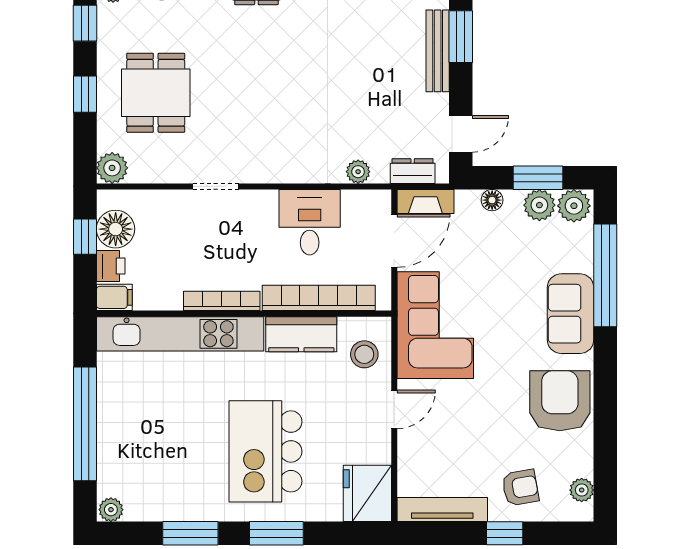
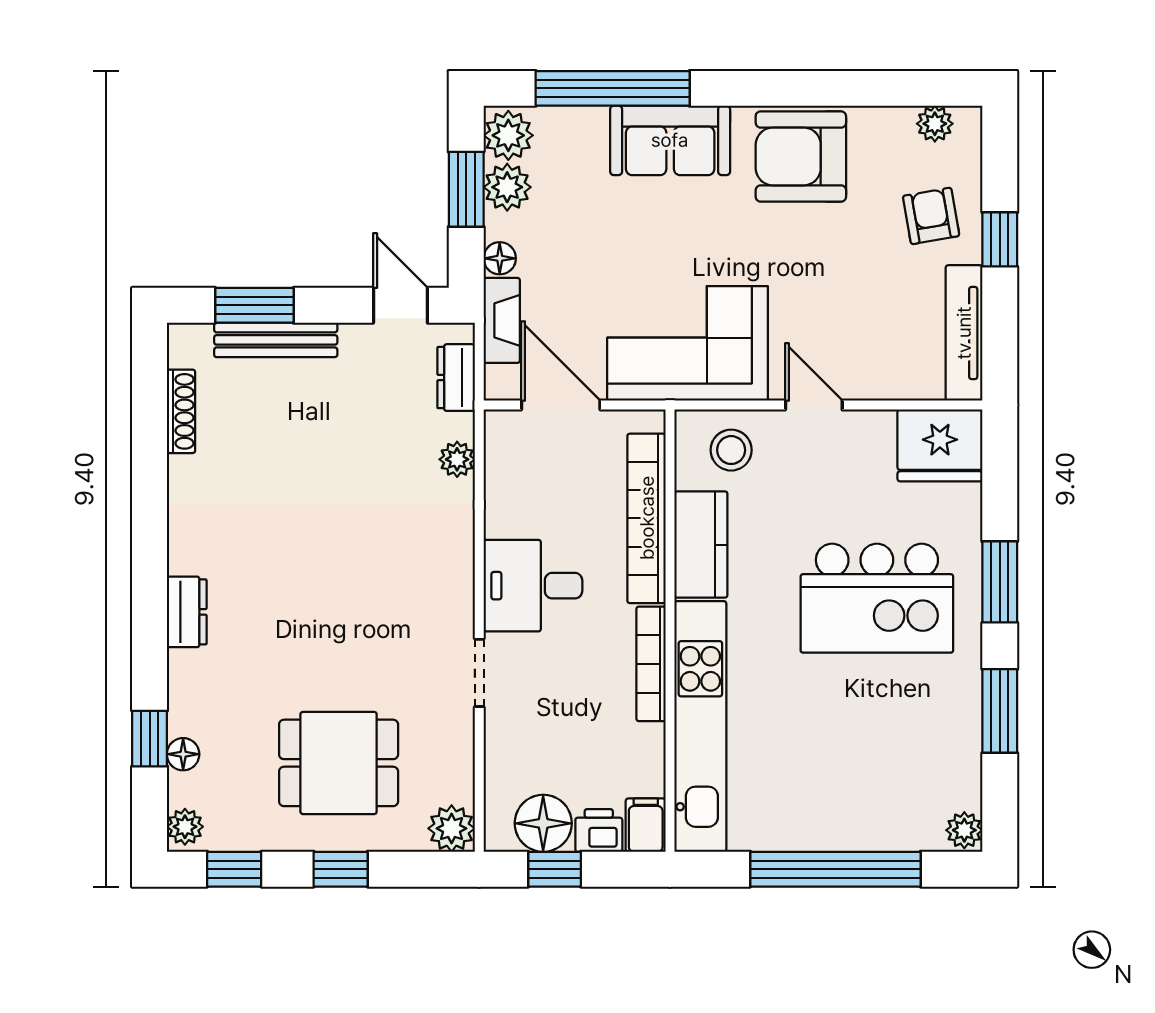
fireplace: (425, 201) -> (502, 320), moved
desk: (310, 222) -> (533, 586), moved

